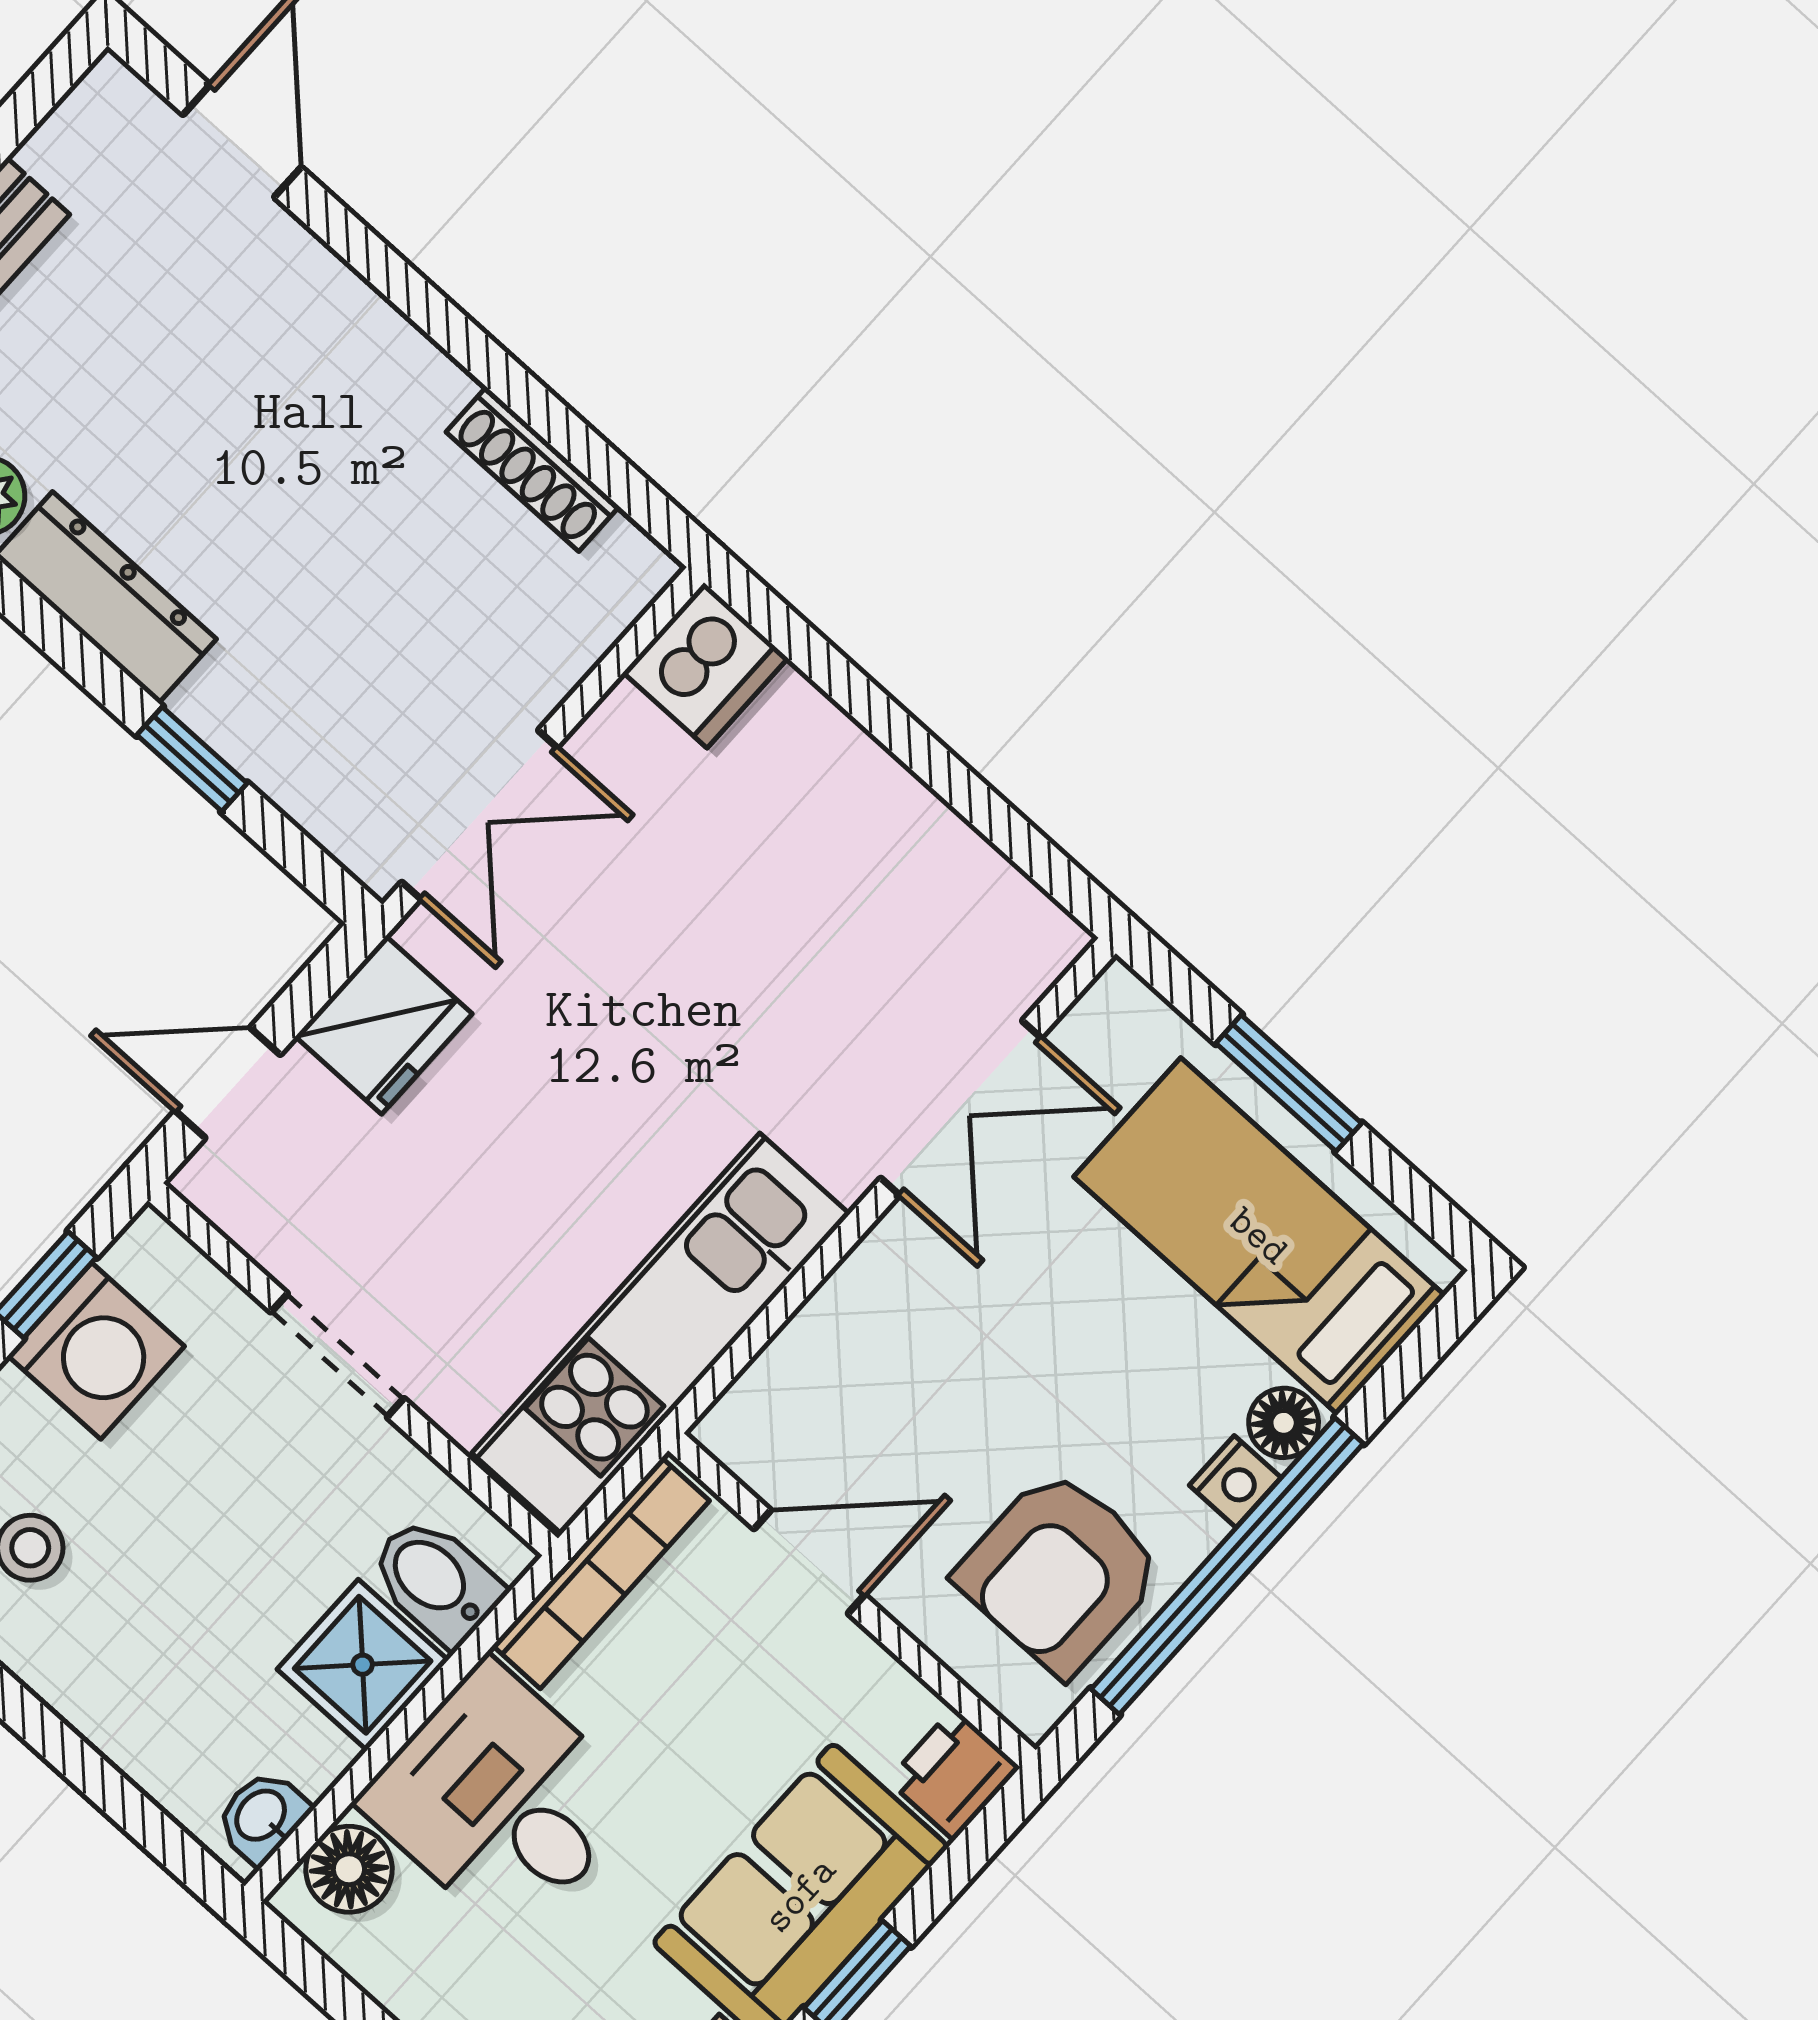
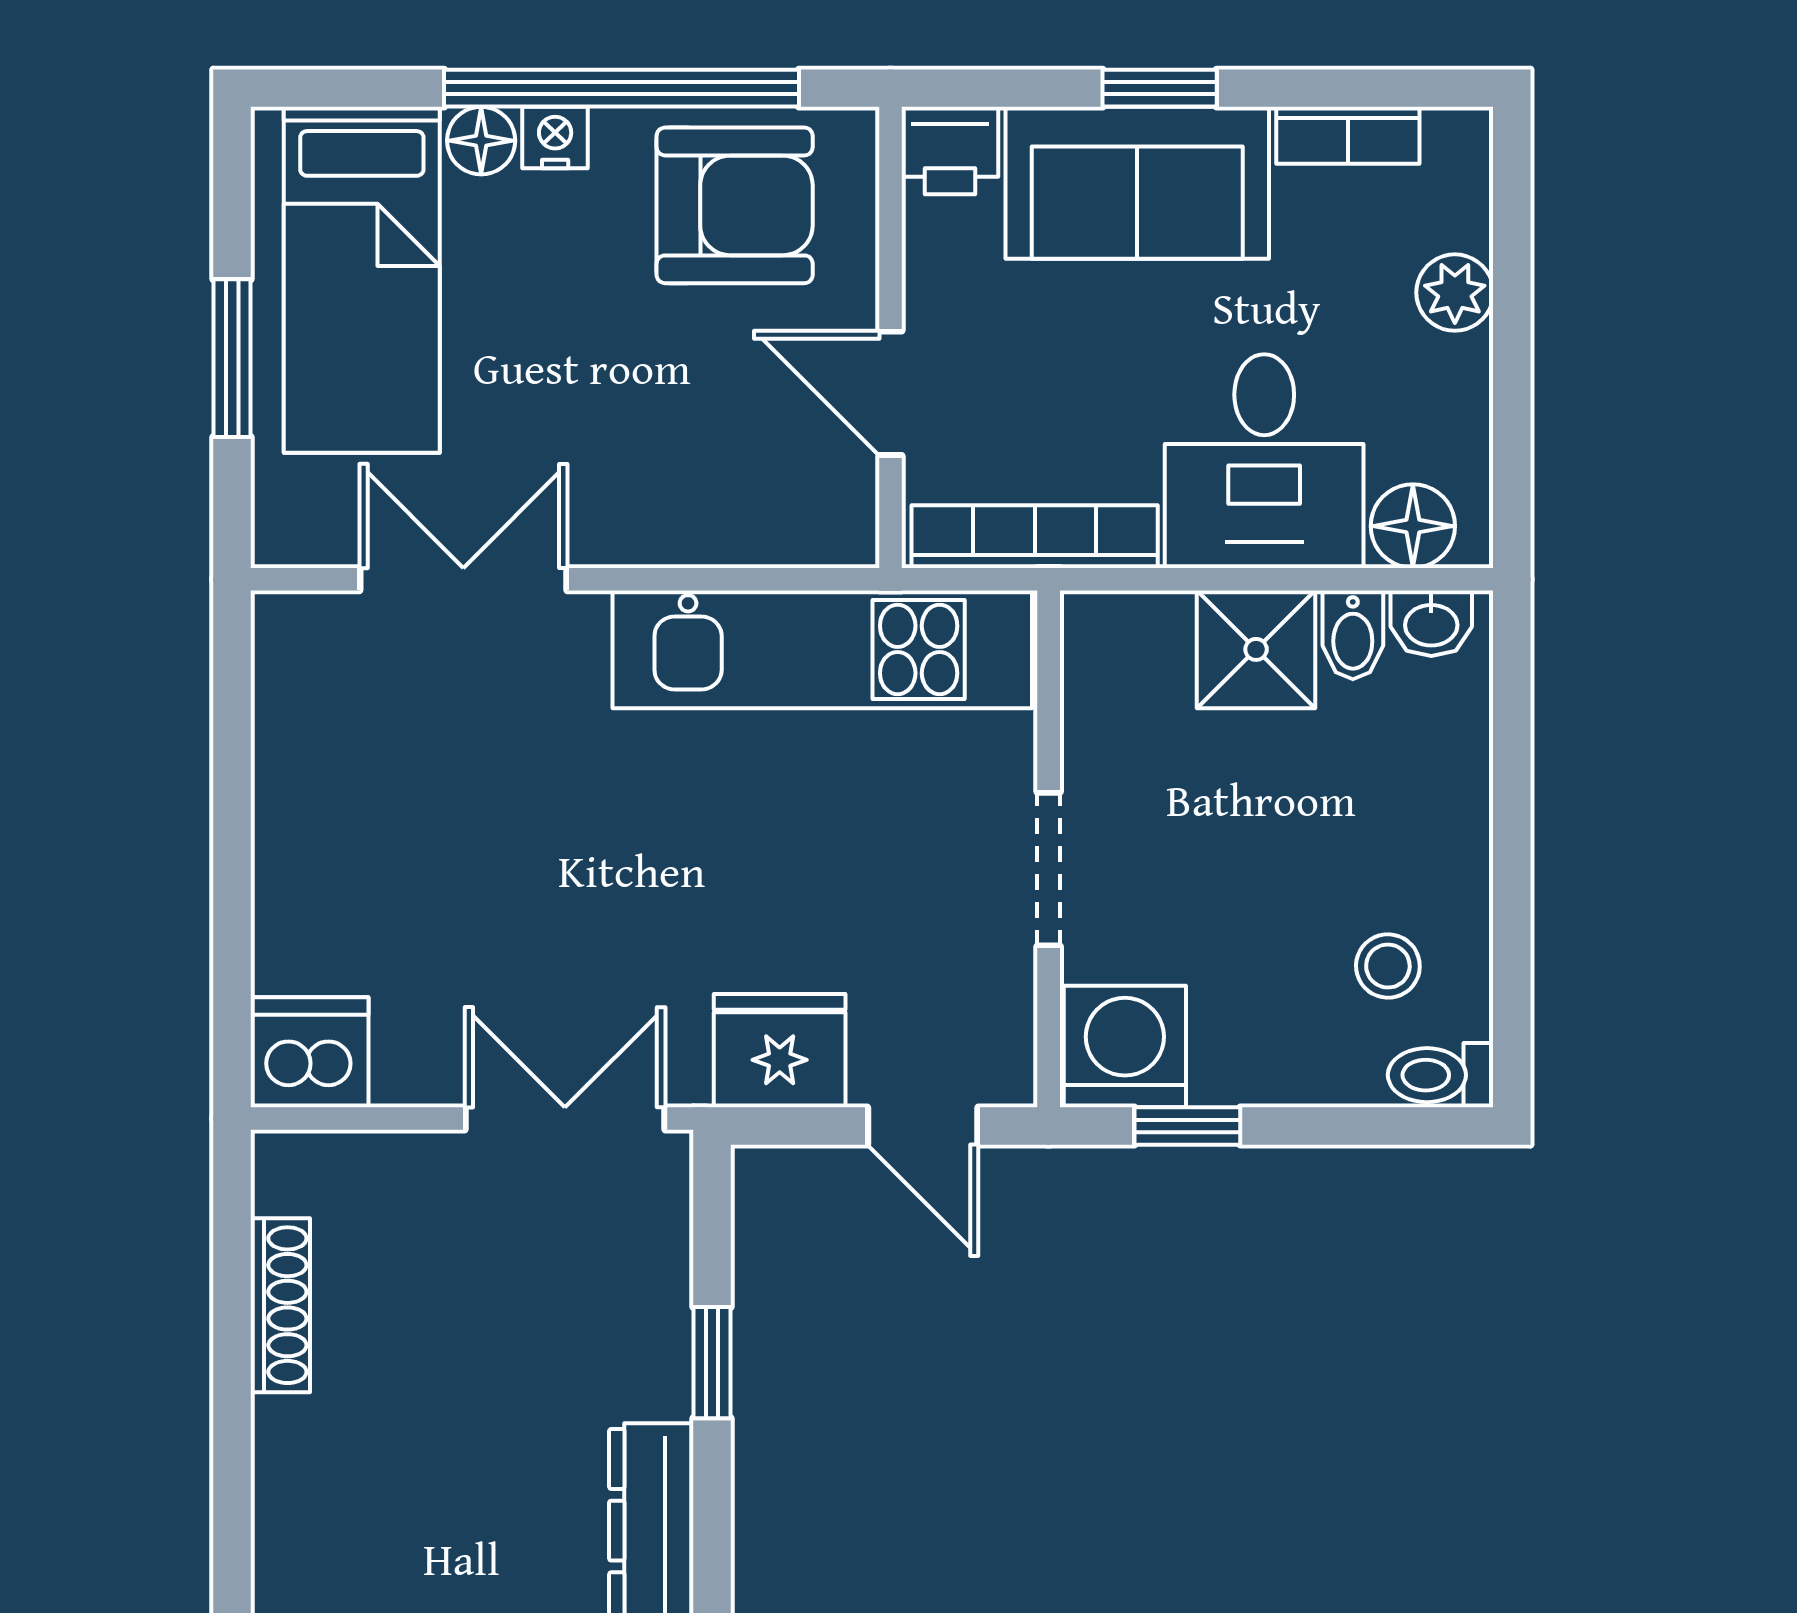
washing machine: (96, 1351) -> (1125, 1046), moved
bidet: (436, 1581) -> (1353, 635), moved, width x0.72, depth x0.74

